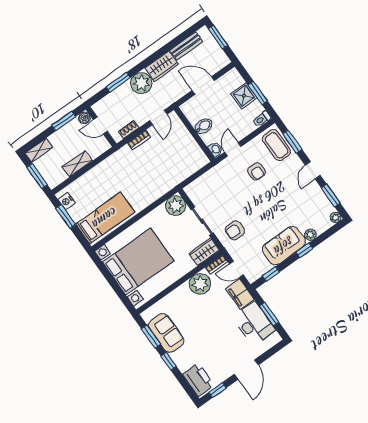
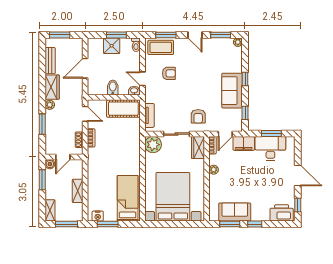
plant: (141, 83) -> (50, 105), width x0.53, depth x0.53
cot: (190, 151) -> (123, 109), added
tv unit: (202, 182) -> (149, 115), added
plant: (310, 235) -> (237, 67), removed
plant: (200, 284) -> (214, 170), width x0.53, depth x0.53

